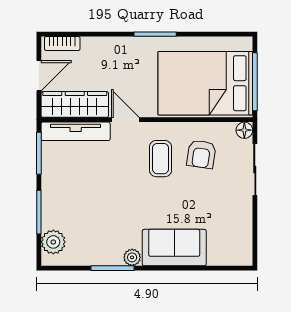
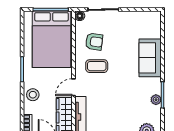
stool: (113, 52) -> (33, 95), added
plant: (132, 257) -> (156, 100), moved

